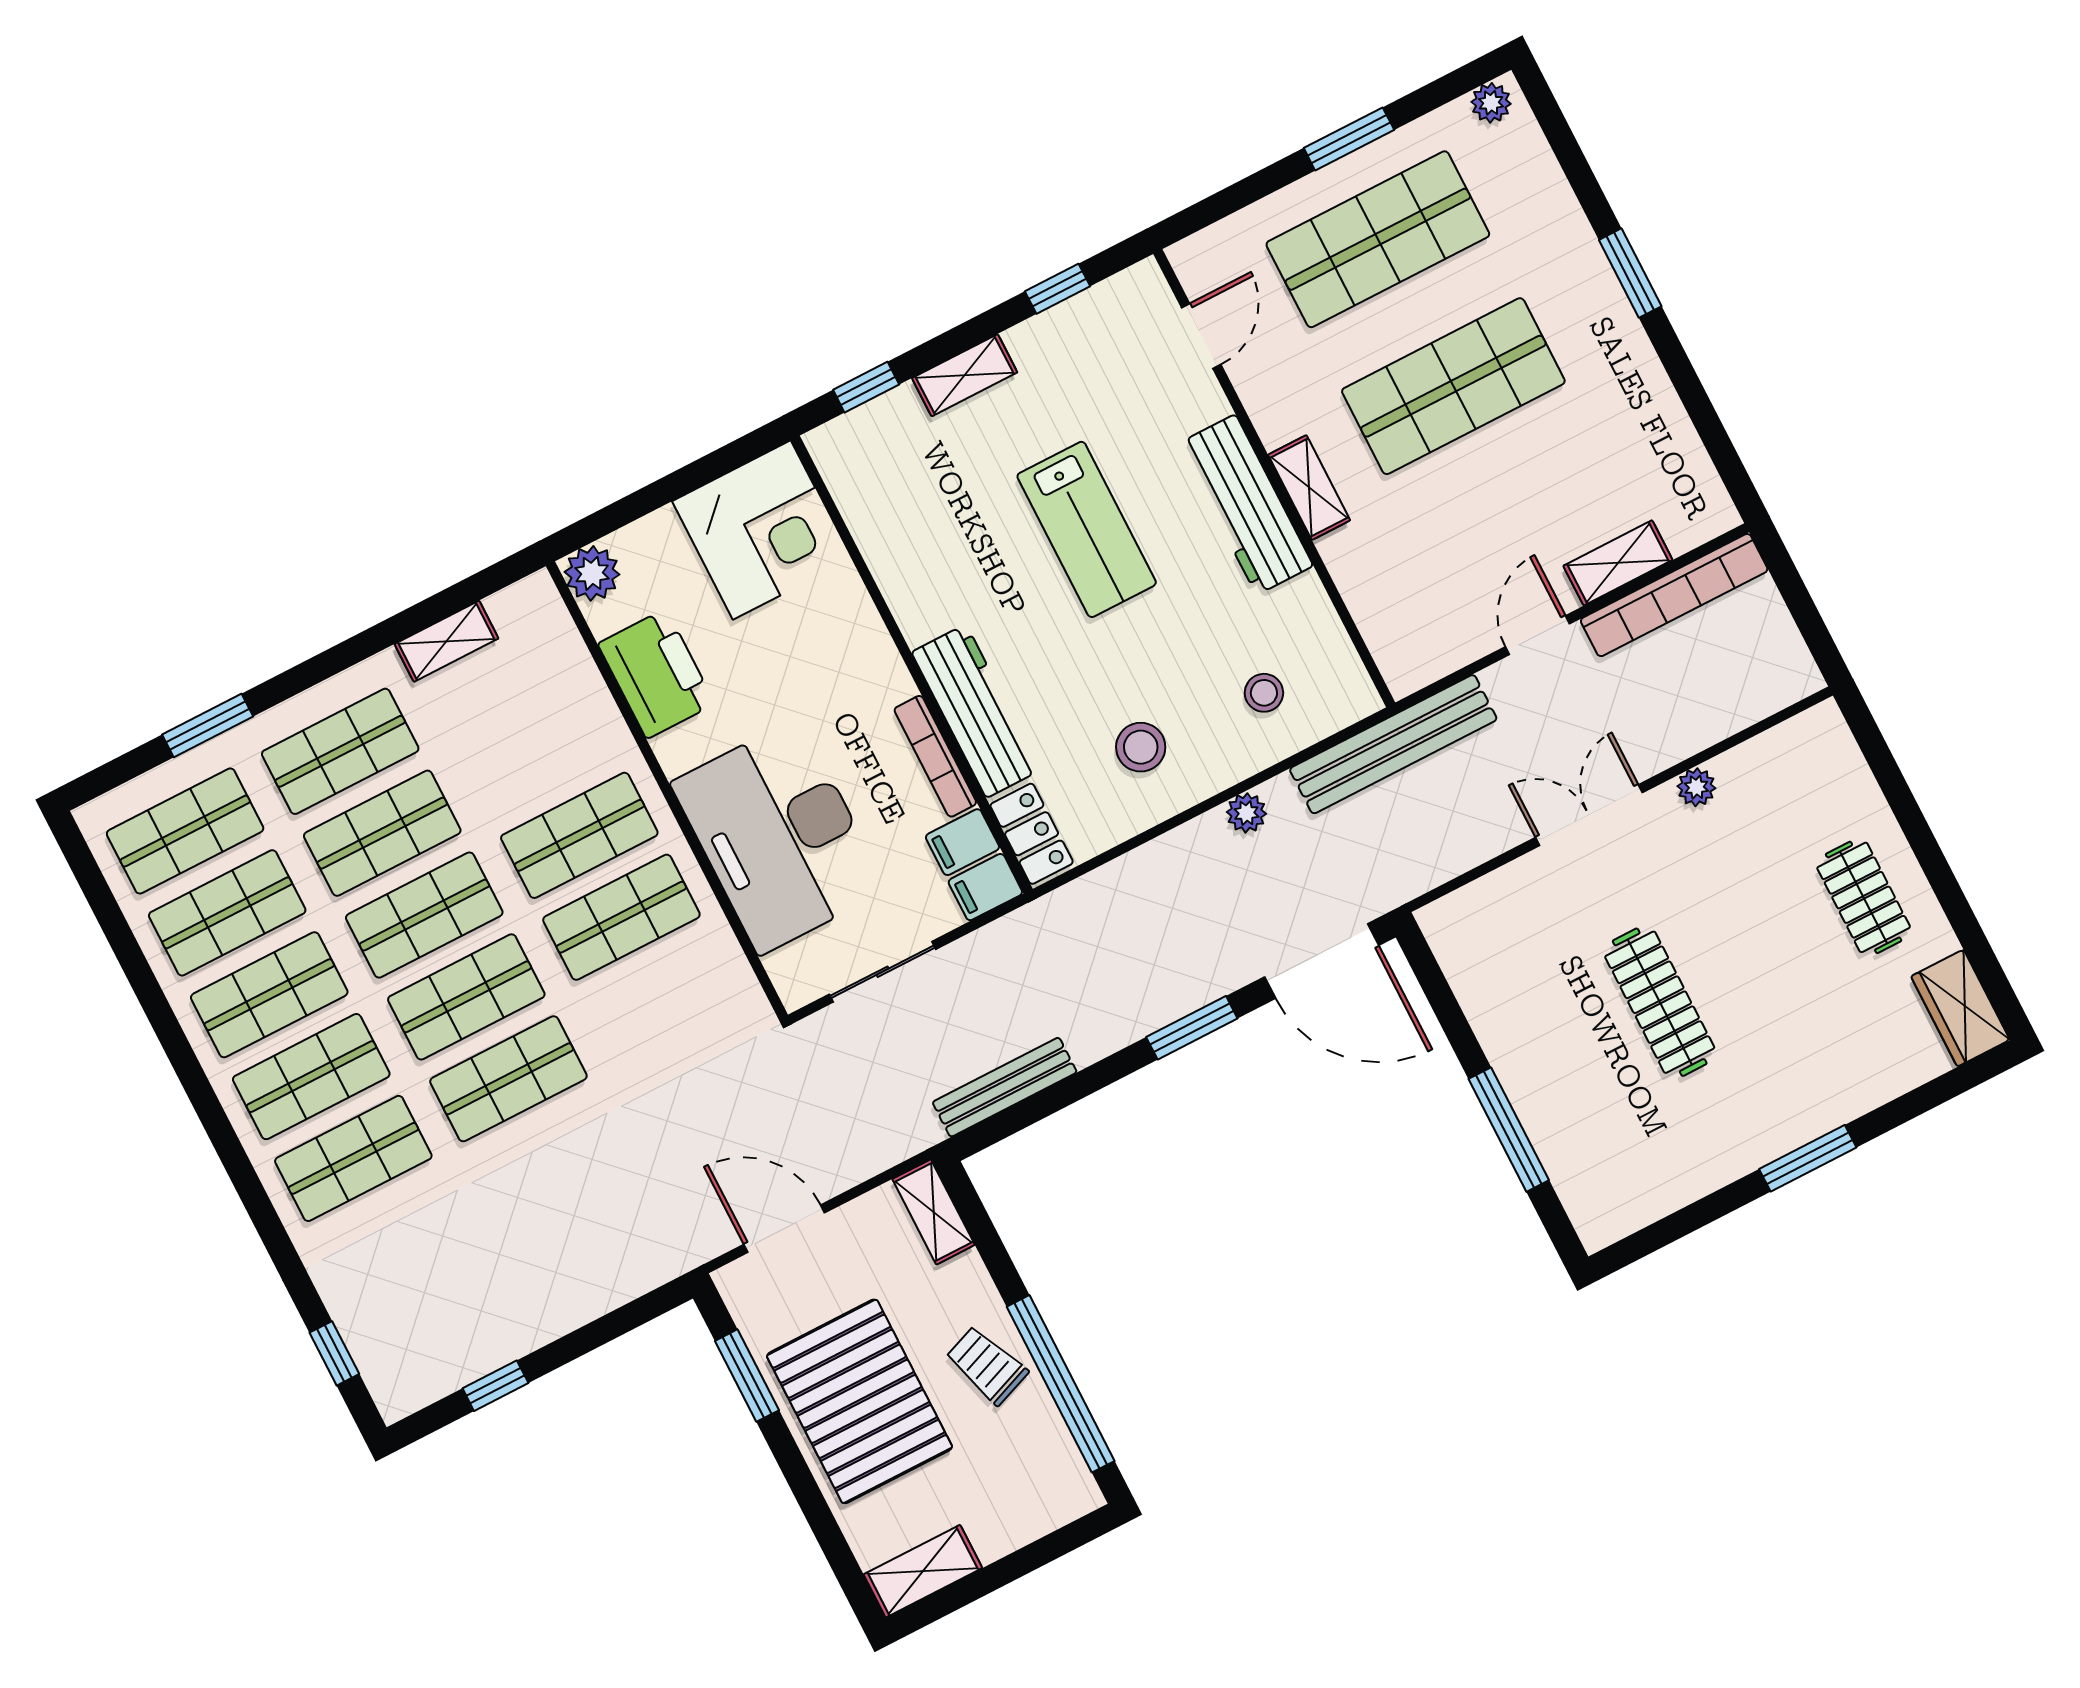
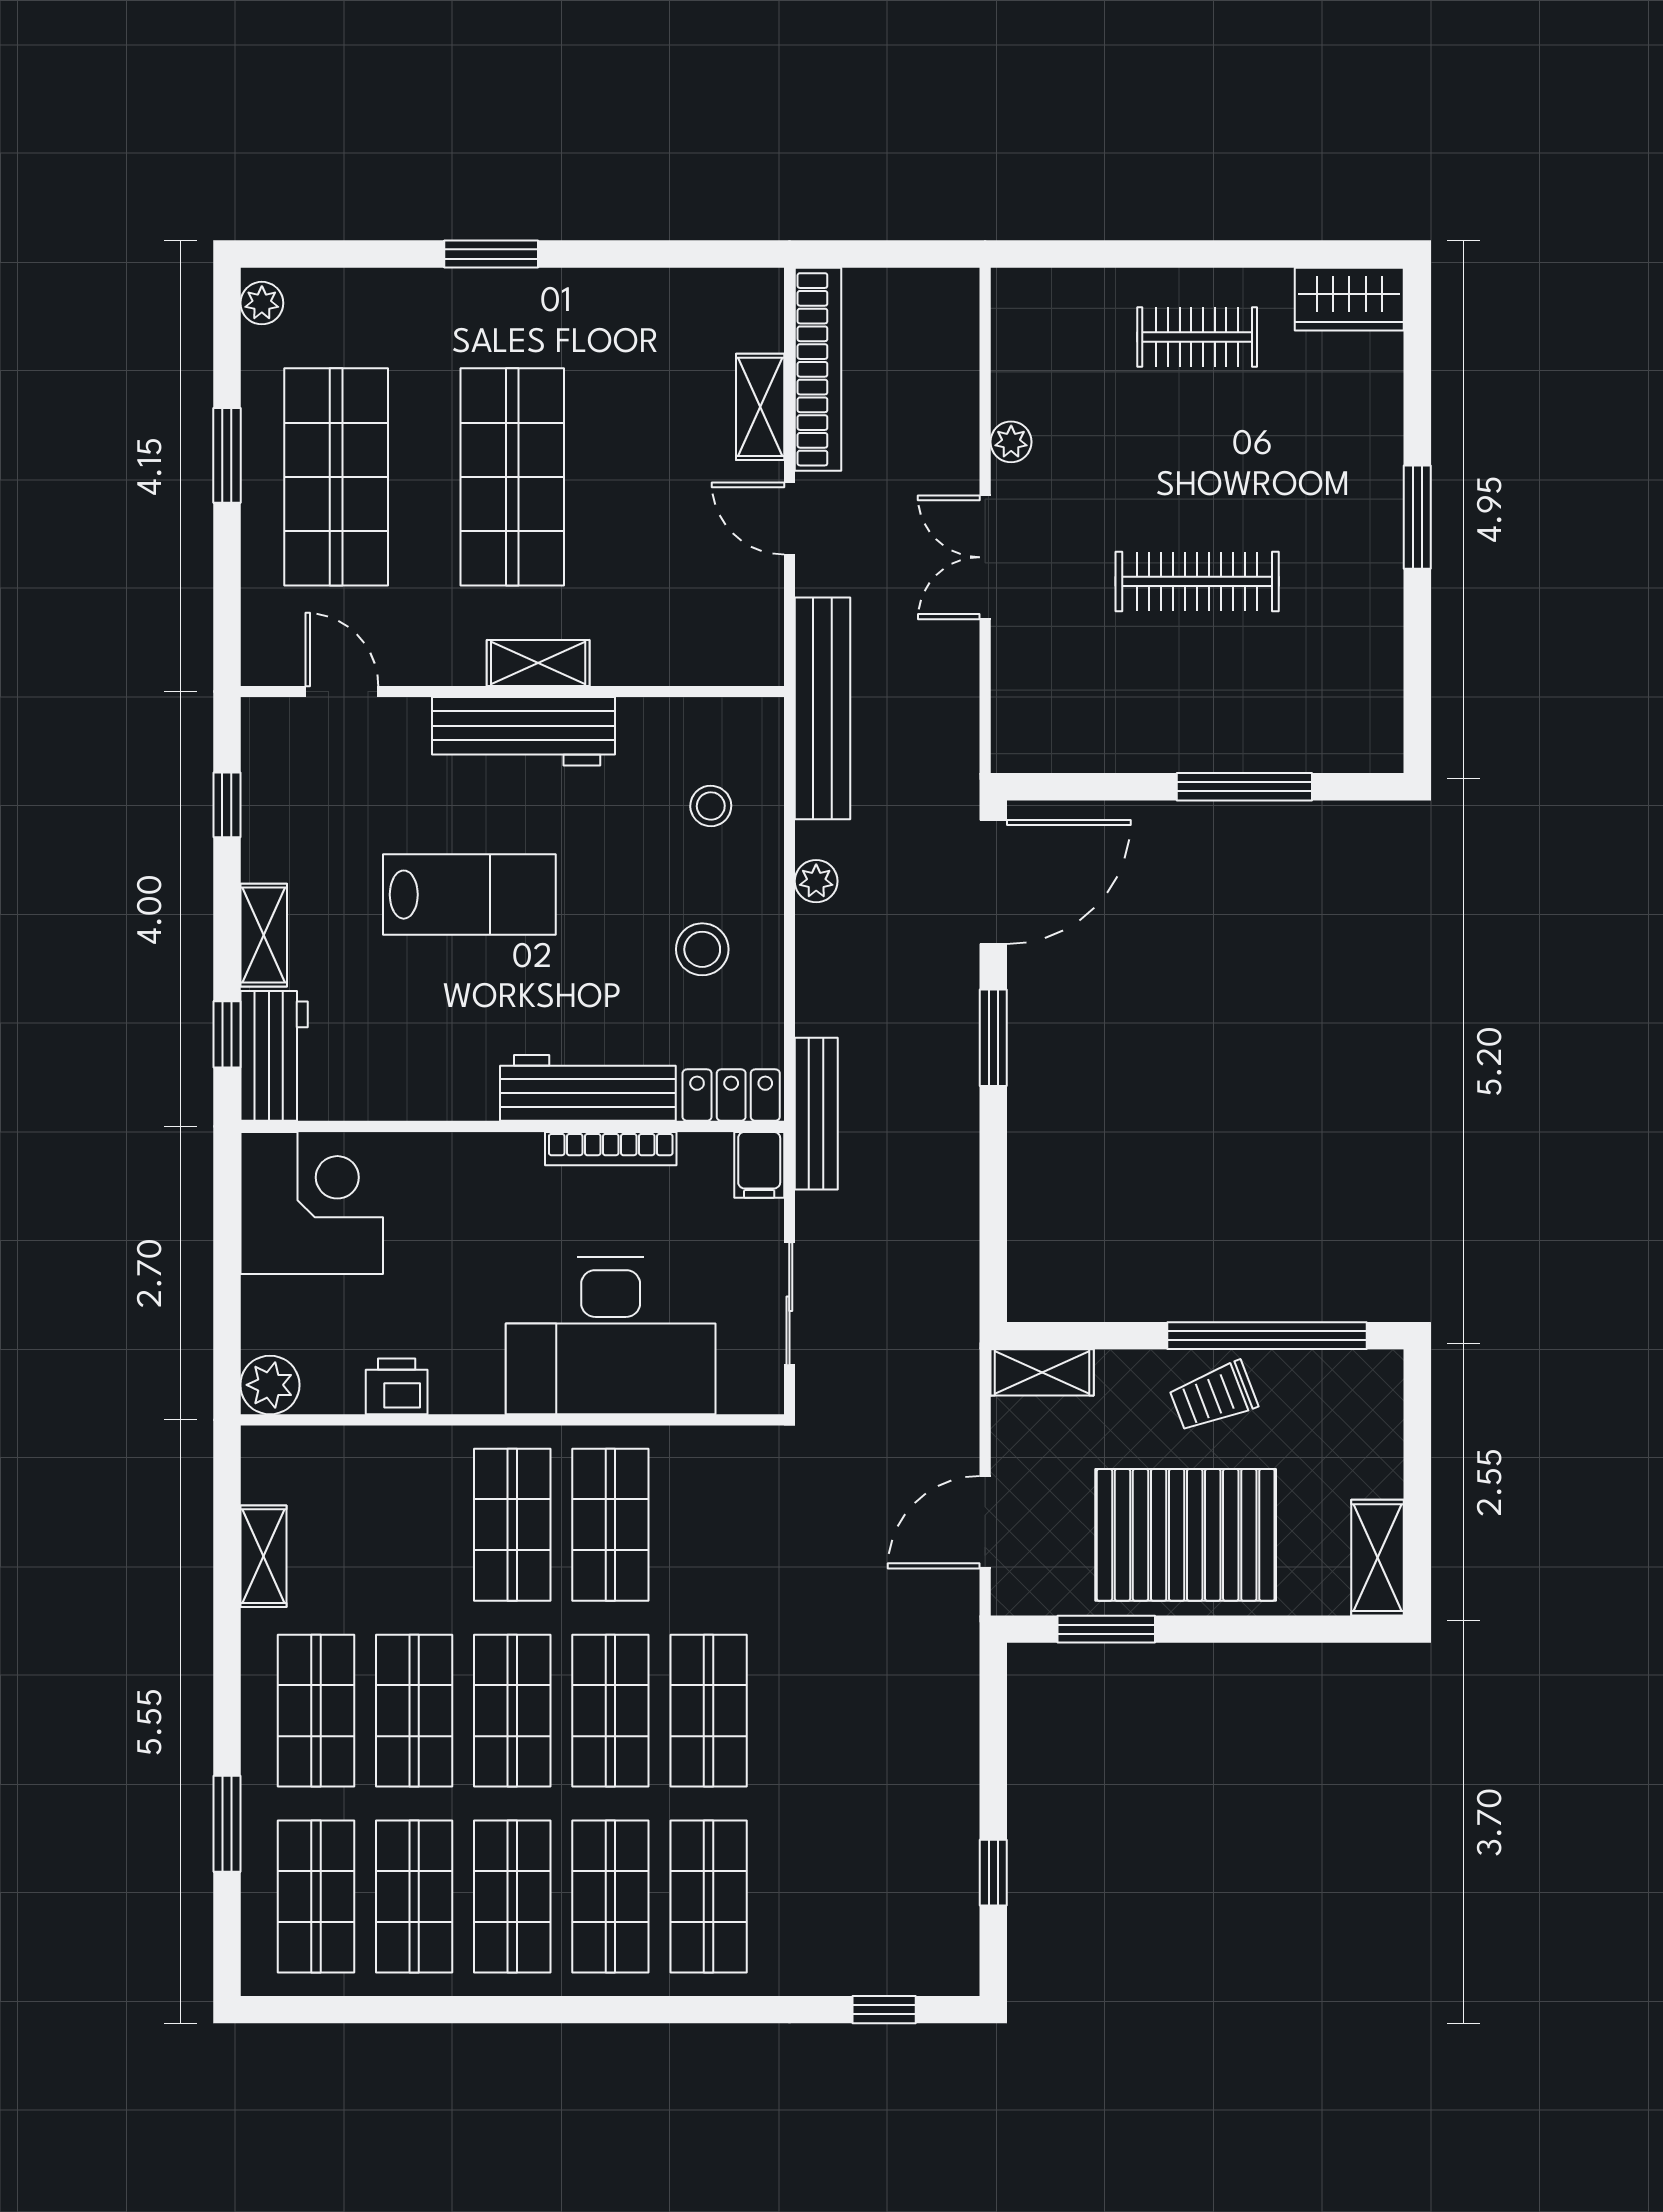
workbench: (868, 436) -> (274, 1056), added
printer: (656, 674) -> (397, 1386), width x0.53, depth x0.68
filing cabinet: (962, 842) -> (705, 1165), removed
bench: (1005, 1087) -> (816, 1114), moved

